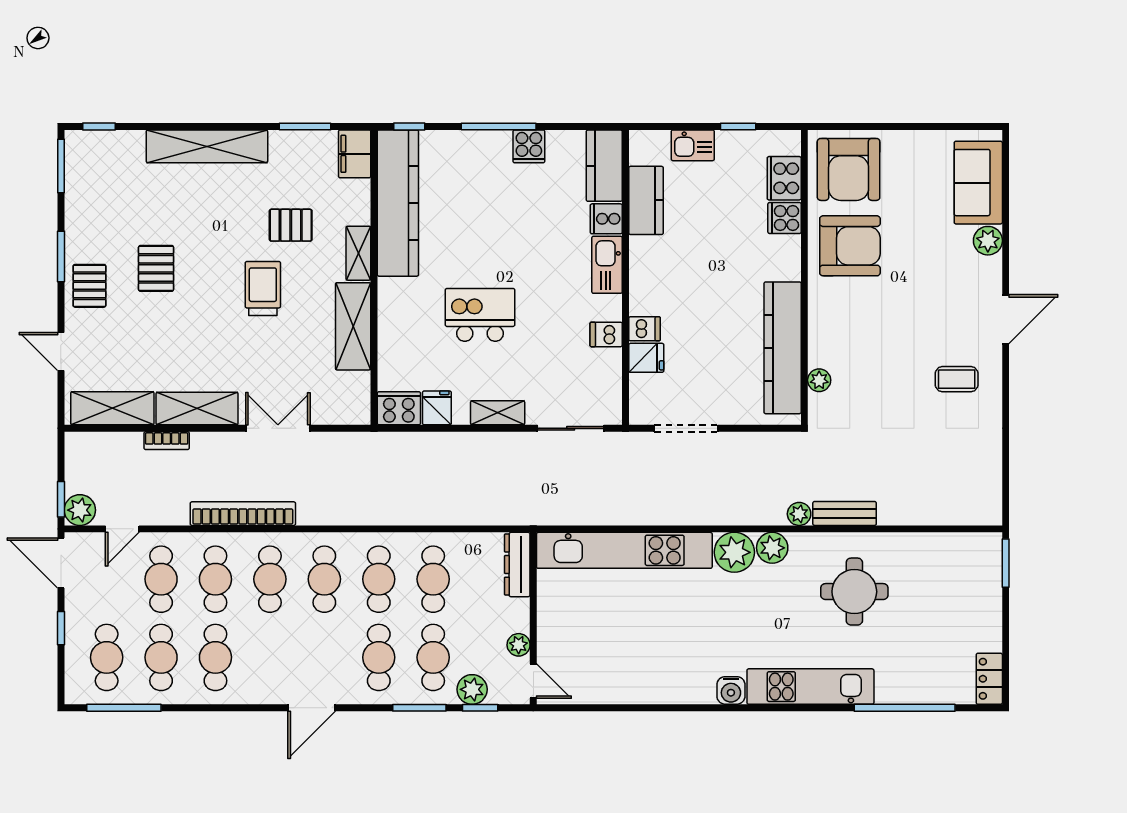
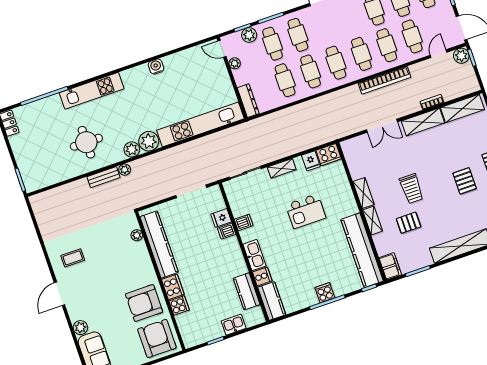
cooker: (529, 146) -> (325, 293), moved
cooker: (784, 178) -> (173, 287), moved
shelving: (353, 326) -> (363, 193), width x0.67, depth x0.75
water cooler: (731, 690) -> (156, 67), moved

